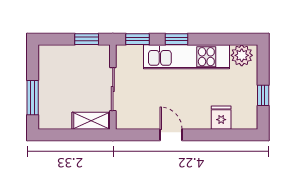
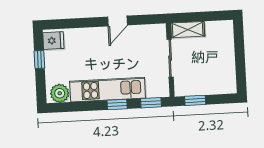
window: (33, 98) -> (239, 47), removed
fridge: (221, 118) -> (53, 41), moved, turned -90
door: (171, 135) -> (118, 21), hinge flipped

